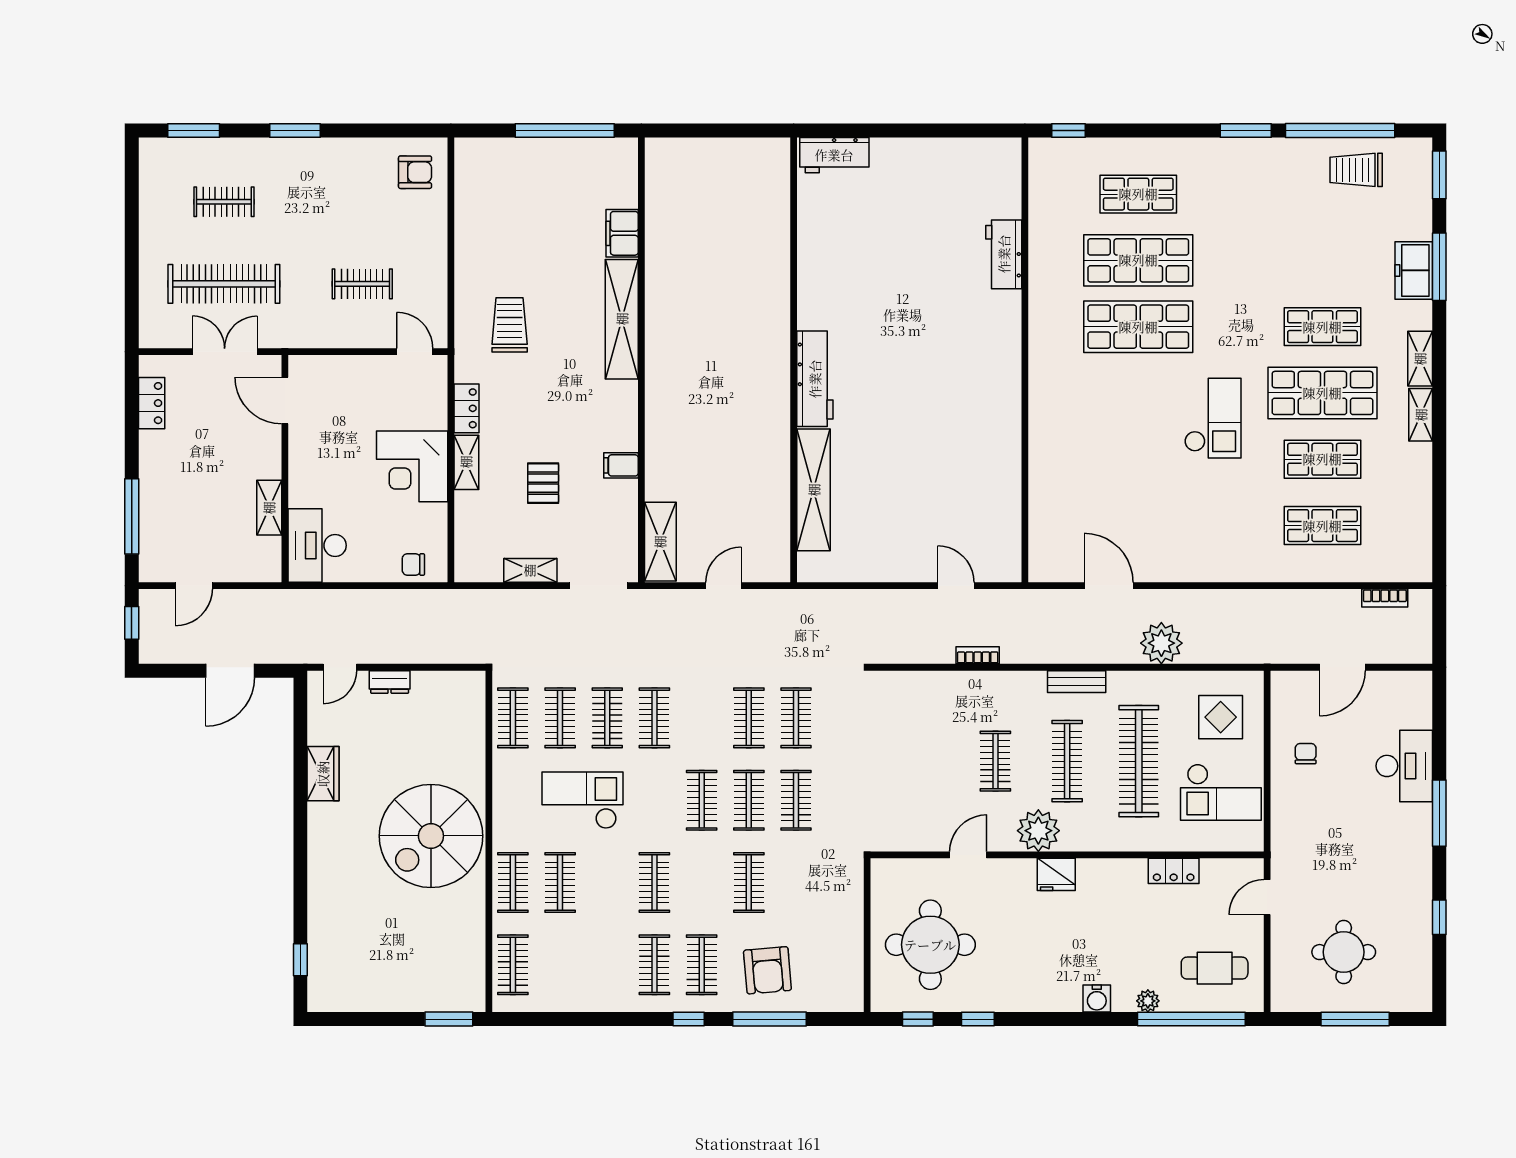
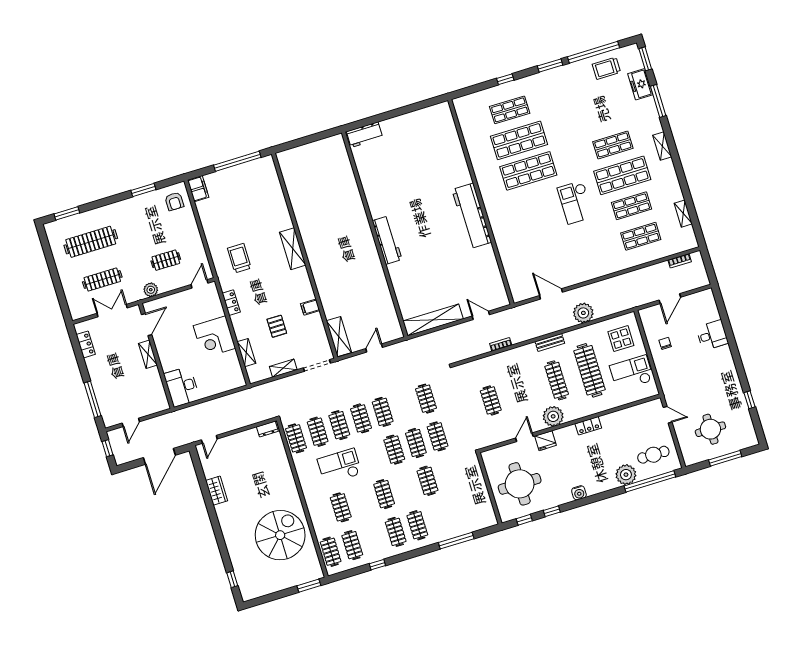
window: (295, 130) -> (143, 190), moved
window: (1069, 130) -> (505, 79), moved
armchair: (415, 172) -> (174, 201), turned 90
clothes rail: (224, 202) -> (91, 242), width x1.86, depth x1.31
filing cabinet: (622, 233) -> (198, 189), moved, turned 180
workbench: (1004, 254) -> (472, 216), moved, width x1.88, depth x1.32
freezer: (1414, 270) -> (640, 84), moved
clothes rail: (224, 284) -> (102, 280), width x0.73, depth x0.76
shelving: (622, 319) -> (293, 249), width x0.68
plant: (314, 334) -> (151, 290), added
door: (415, 352) -> (200, 284), hinge flipped
door: (285, 401) -> (147, 325), swing flipped
shelving: (1421, 415) -> (683, 214), moved
checkout: (1213, 418) -> (575, 202), turned 180
shelving: (466, 462) -> (246, 353), moved
shelving: (814, 490) -> (433, 320), moved, turned 90
shelving: (269, 508) -> (148, 354), moved
chair: (413, 564) -> (229, 382), removed
door: (230, 671) -> (159, 456), width x1.36
dresser: (390, 682) -> (267, 429), moved
clothes rail: (749, 718) -> (383, 412), moved
clothes rail: (995, 761) -> (491, 400), moved
desk: (1404, 766) -> (712, 335), width x0.73
checkout: (1221, 792) -> (632, 373), turned 180
window: (1439, 813) -> (735, 352), removed
spiral stairs: (431, 836) -> (280, 535), moved, turned 180
locker: (1174, 871) -> (588, 426), moved
fridge: (1056, 874) -> (545, 441), moved
clothes rail: (513, 883) -> (352, 545), moved
door: (1267, 897) -> (668, 415), swing flipped
armchair: (767, 970) -> (448, 518), removed
water cooler: (1097, 999) -> (579, 493), moved
plant: (1148, 1001) -> (626, 475), width x1.87, depth x1.87
window: (689, 1019) -> (377, 565), moved

